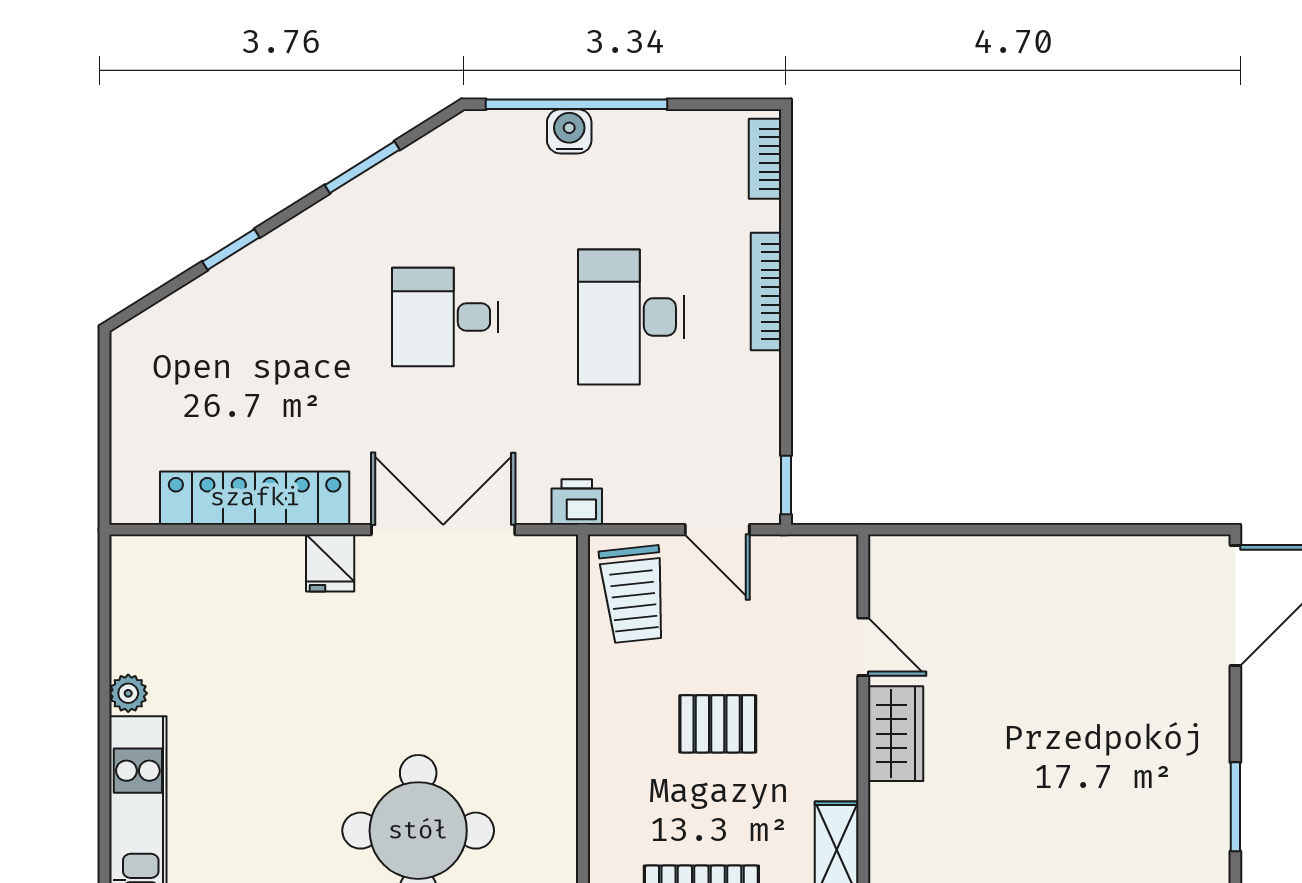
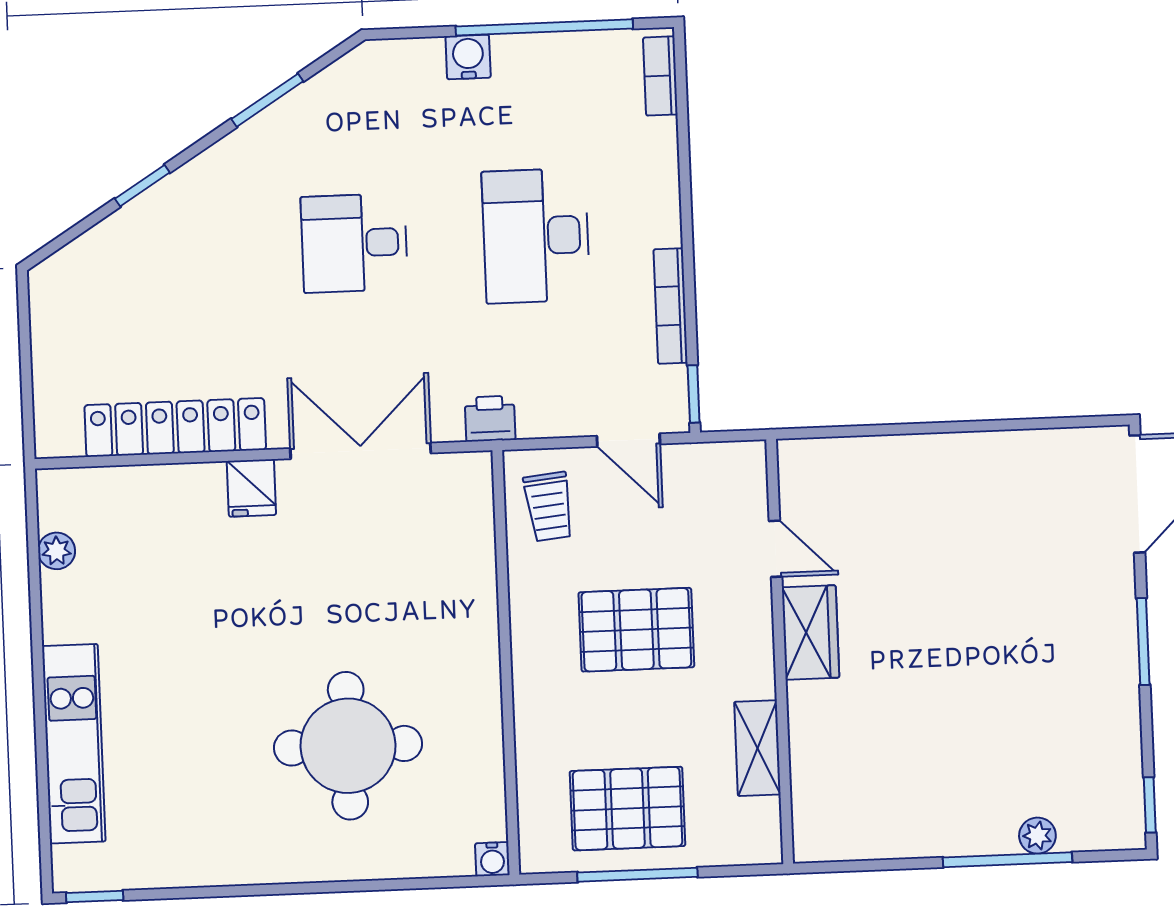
window: (577, 104) -> (544, 27), moved
bookcase: (766, 292) -> (671, 306), moved
trolley: (633, 594) -> (549, 507), width x0.73, depth x0.72
plant: (128, 693) -> (57, 551), moved
pallet: (718, 724) -> (636, 630), width x1.50, depth x1.42
window: (1235, 807) -> (1143, 642), moved

